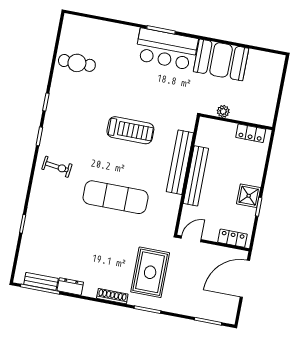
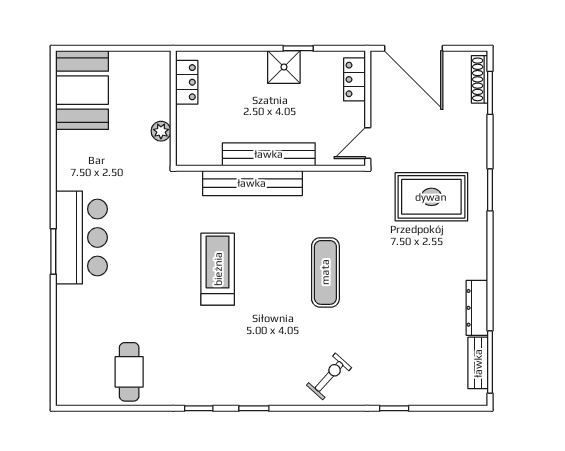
booth: (221, 60) -> (82, 90), moved
exercise bike: (57, 167) -> (329, 376), moved, turned 35
exercise mat: (116, 197) -> (325, 272), width x0.73, depth x0.69
door: (191, 239) -> (368, 143), hinge flipped
dresser: (70, 286) -> (477, 308), width x1.44
shoe rack: (112, 296) -> (480, 79), moved

